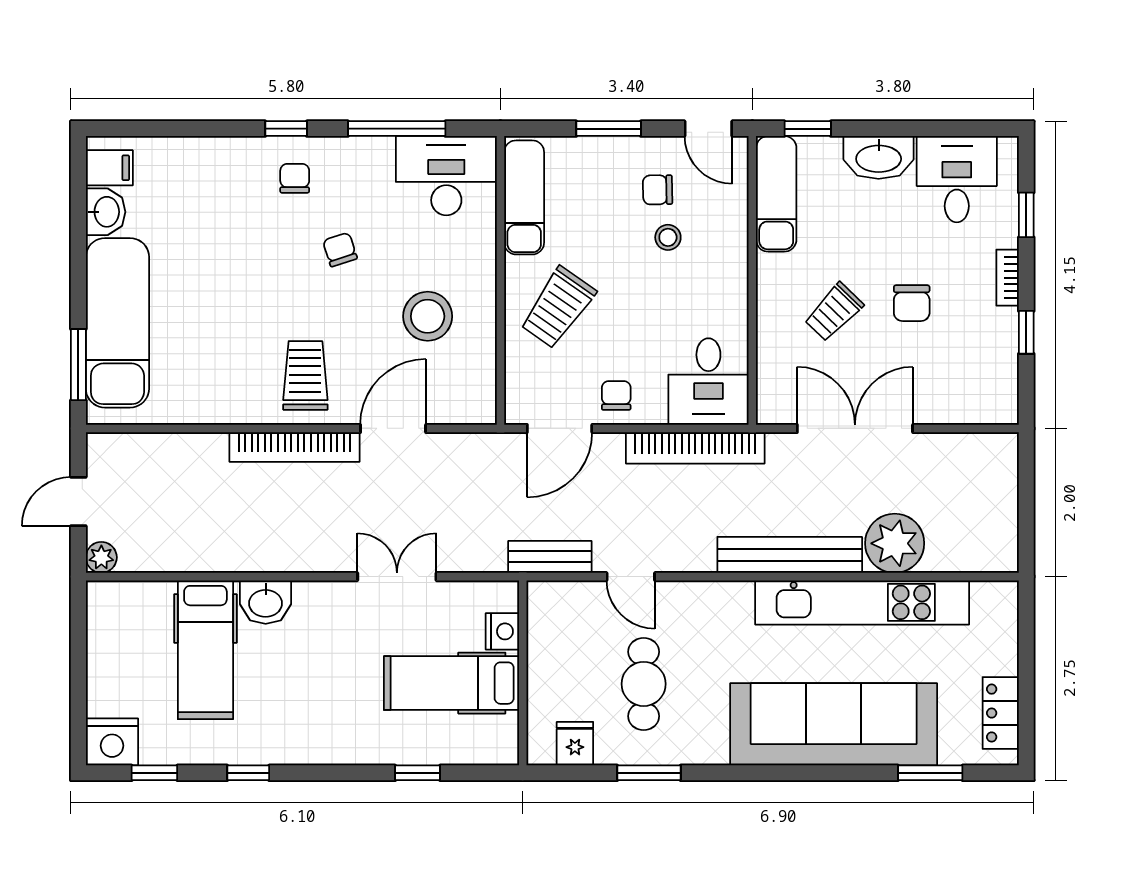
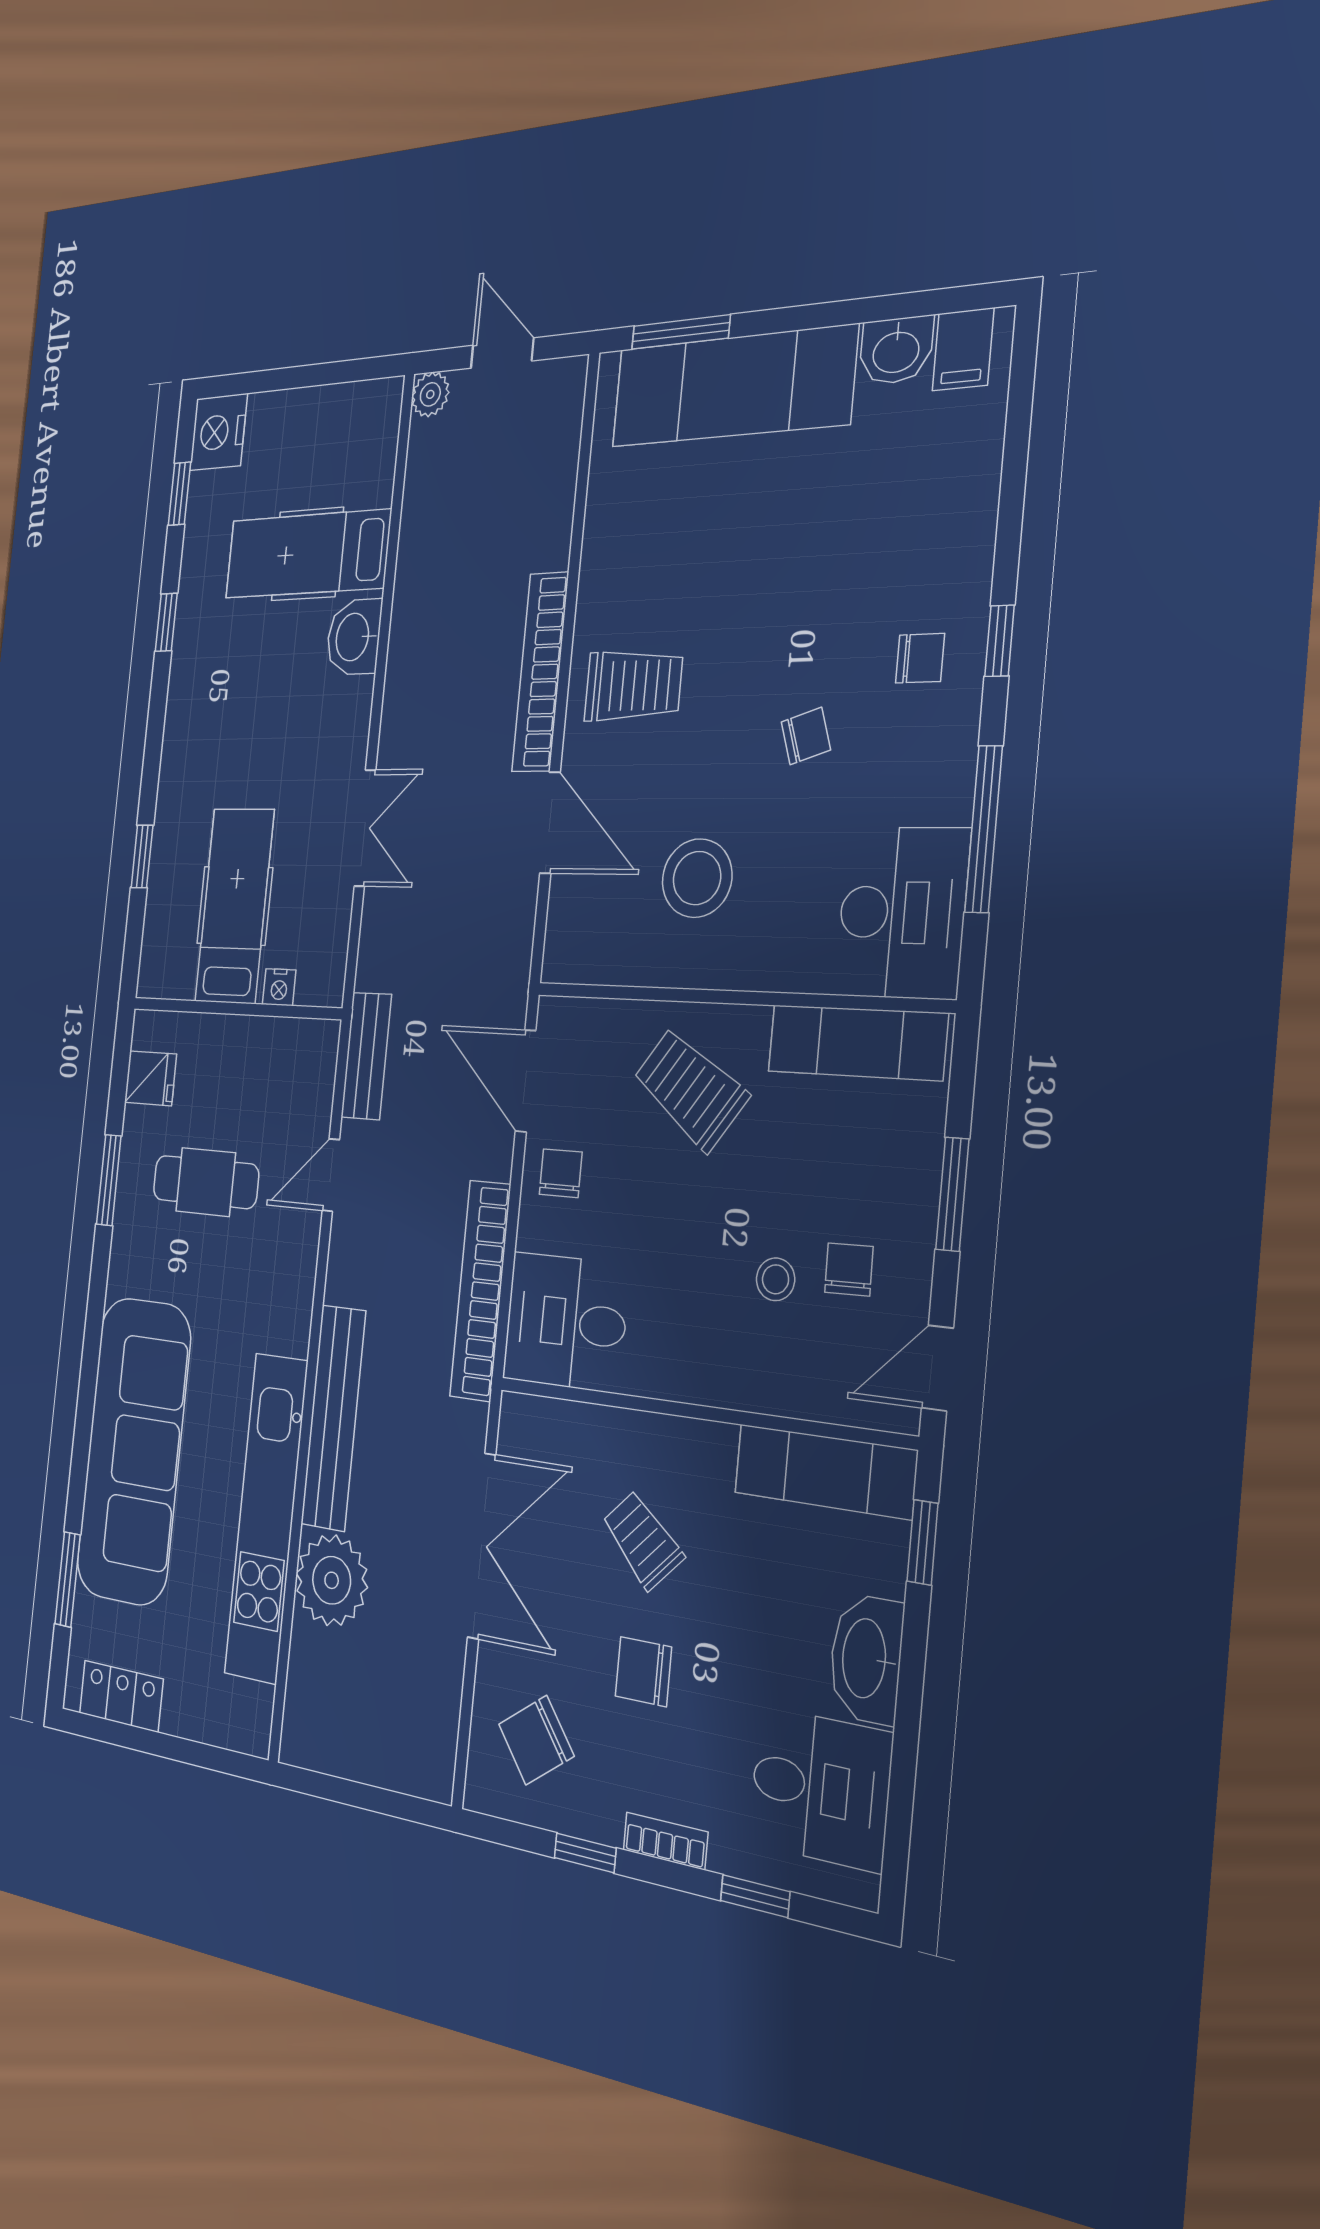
chair: (966, 375) -> (536, 1740), added
chair: (616, 396) -> (561, 1173), turned -90
nightstand: (502, 631) -> (279, 987), width x0.72, depth x0.74

